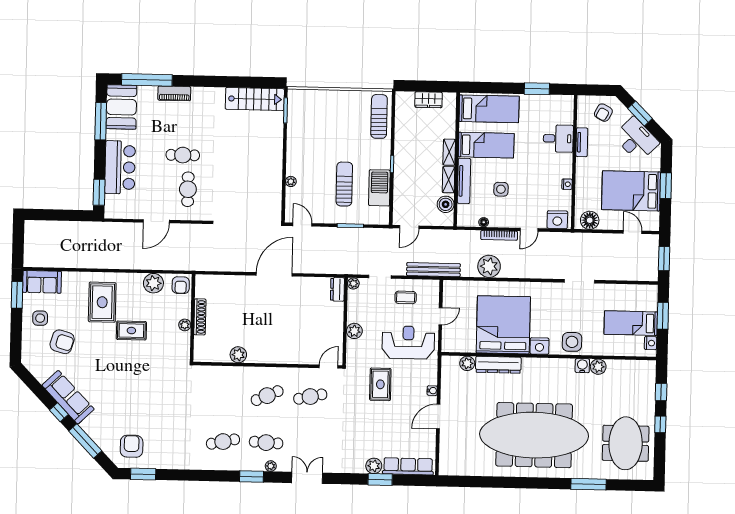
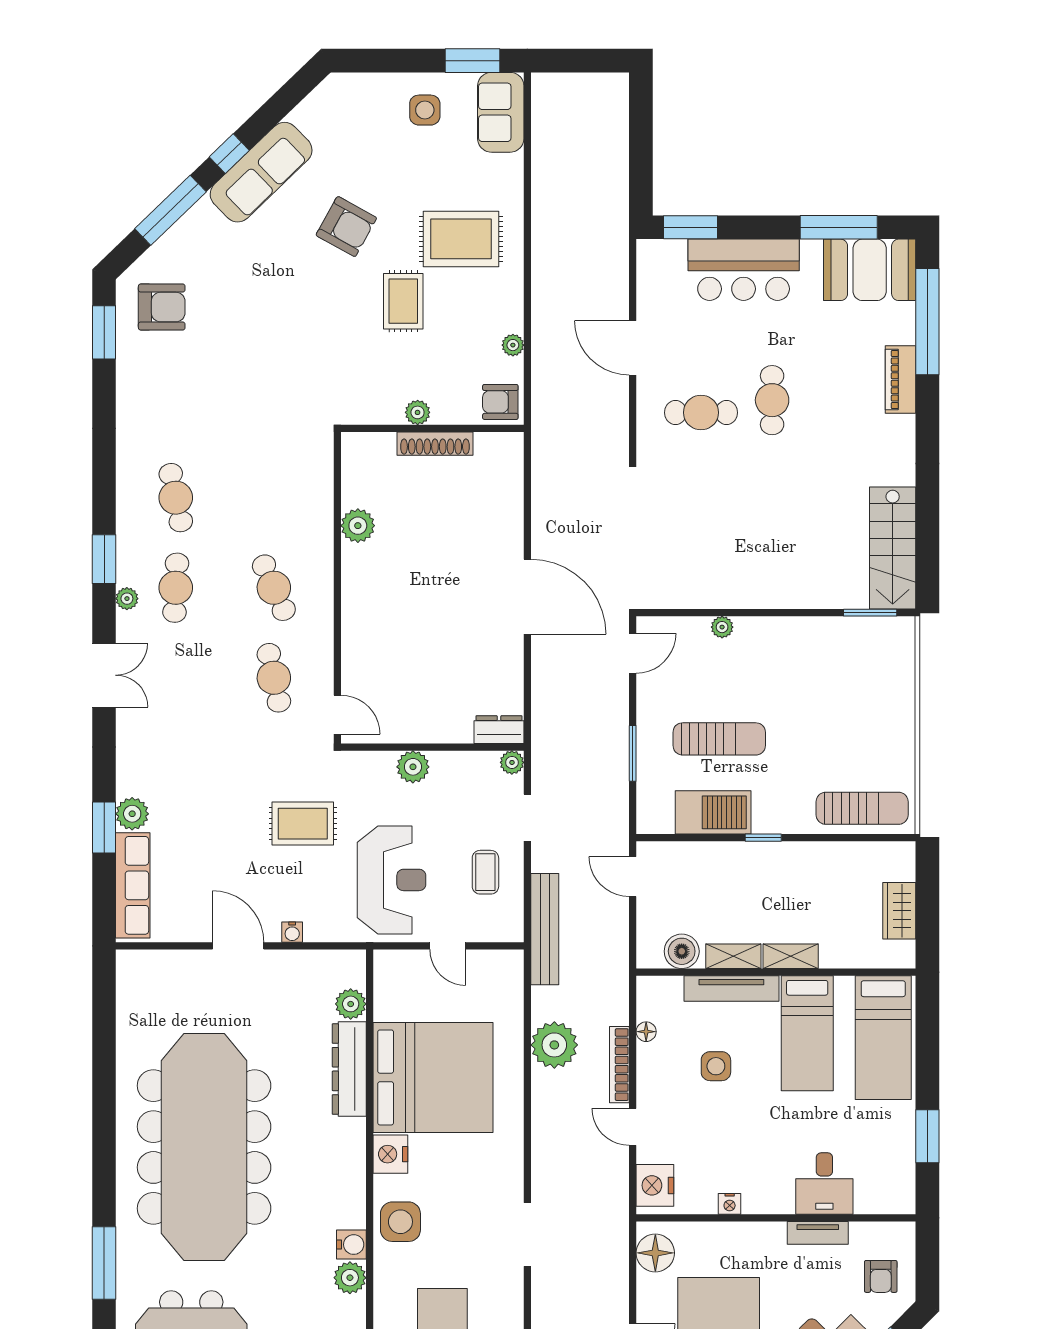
armchair: (603, 113) -> (881, 1276), turned -118
plant: (153, 283) -> (513, 345), width x0.53, depth x0.53
armchair: (62, 342) -> (346, 227), moved, turned -77

